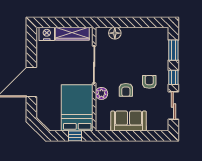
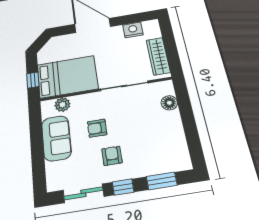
nightstand: (47, 34) -> (133, 30), moved, turned -90
armchair: (149, 82) -> (112, 156), turned -90
plant: (101, 93) -> (62, 105), moved

